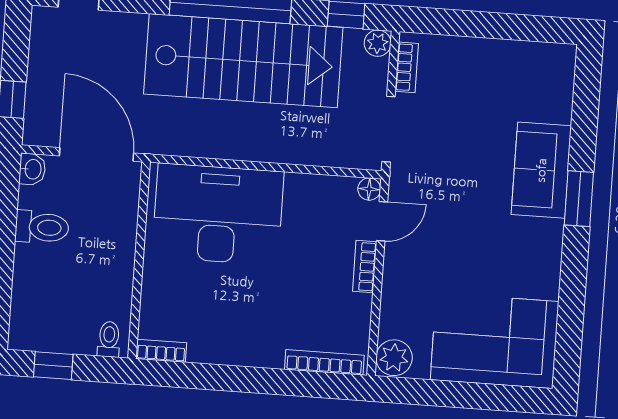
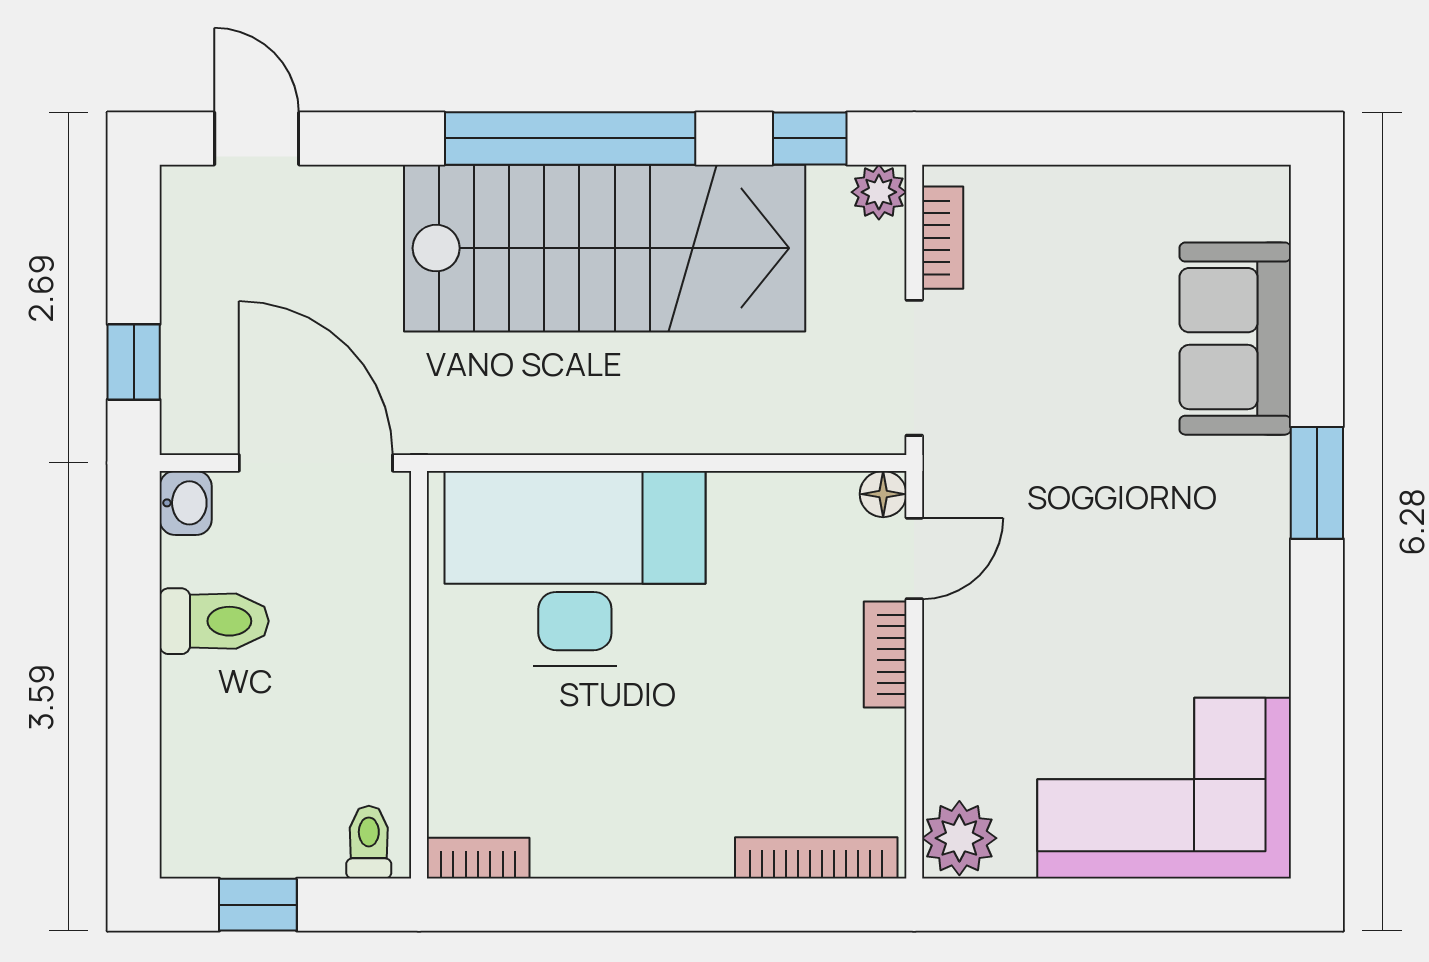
sofa: (541, 170) -> (1235, 339), moved

